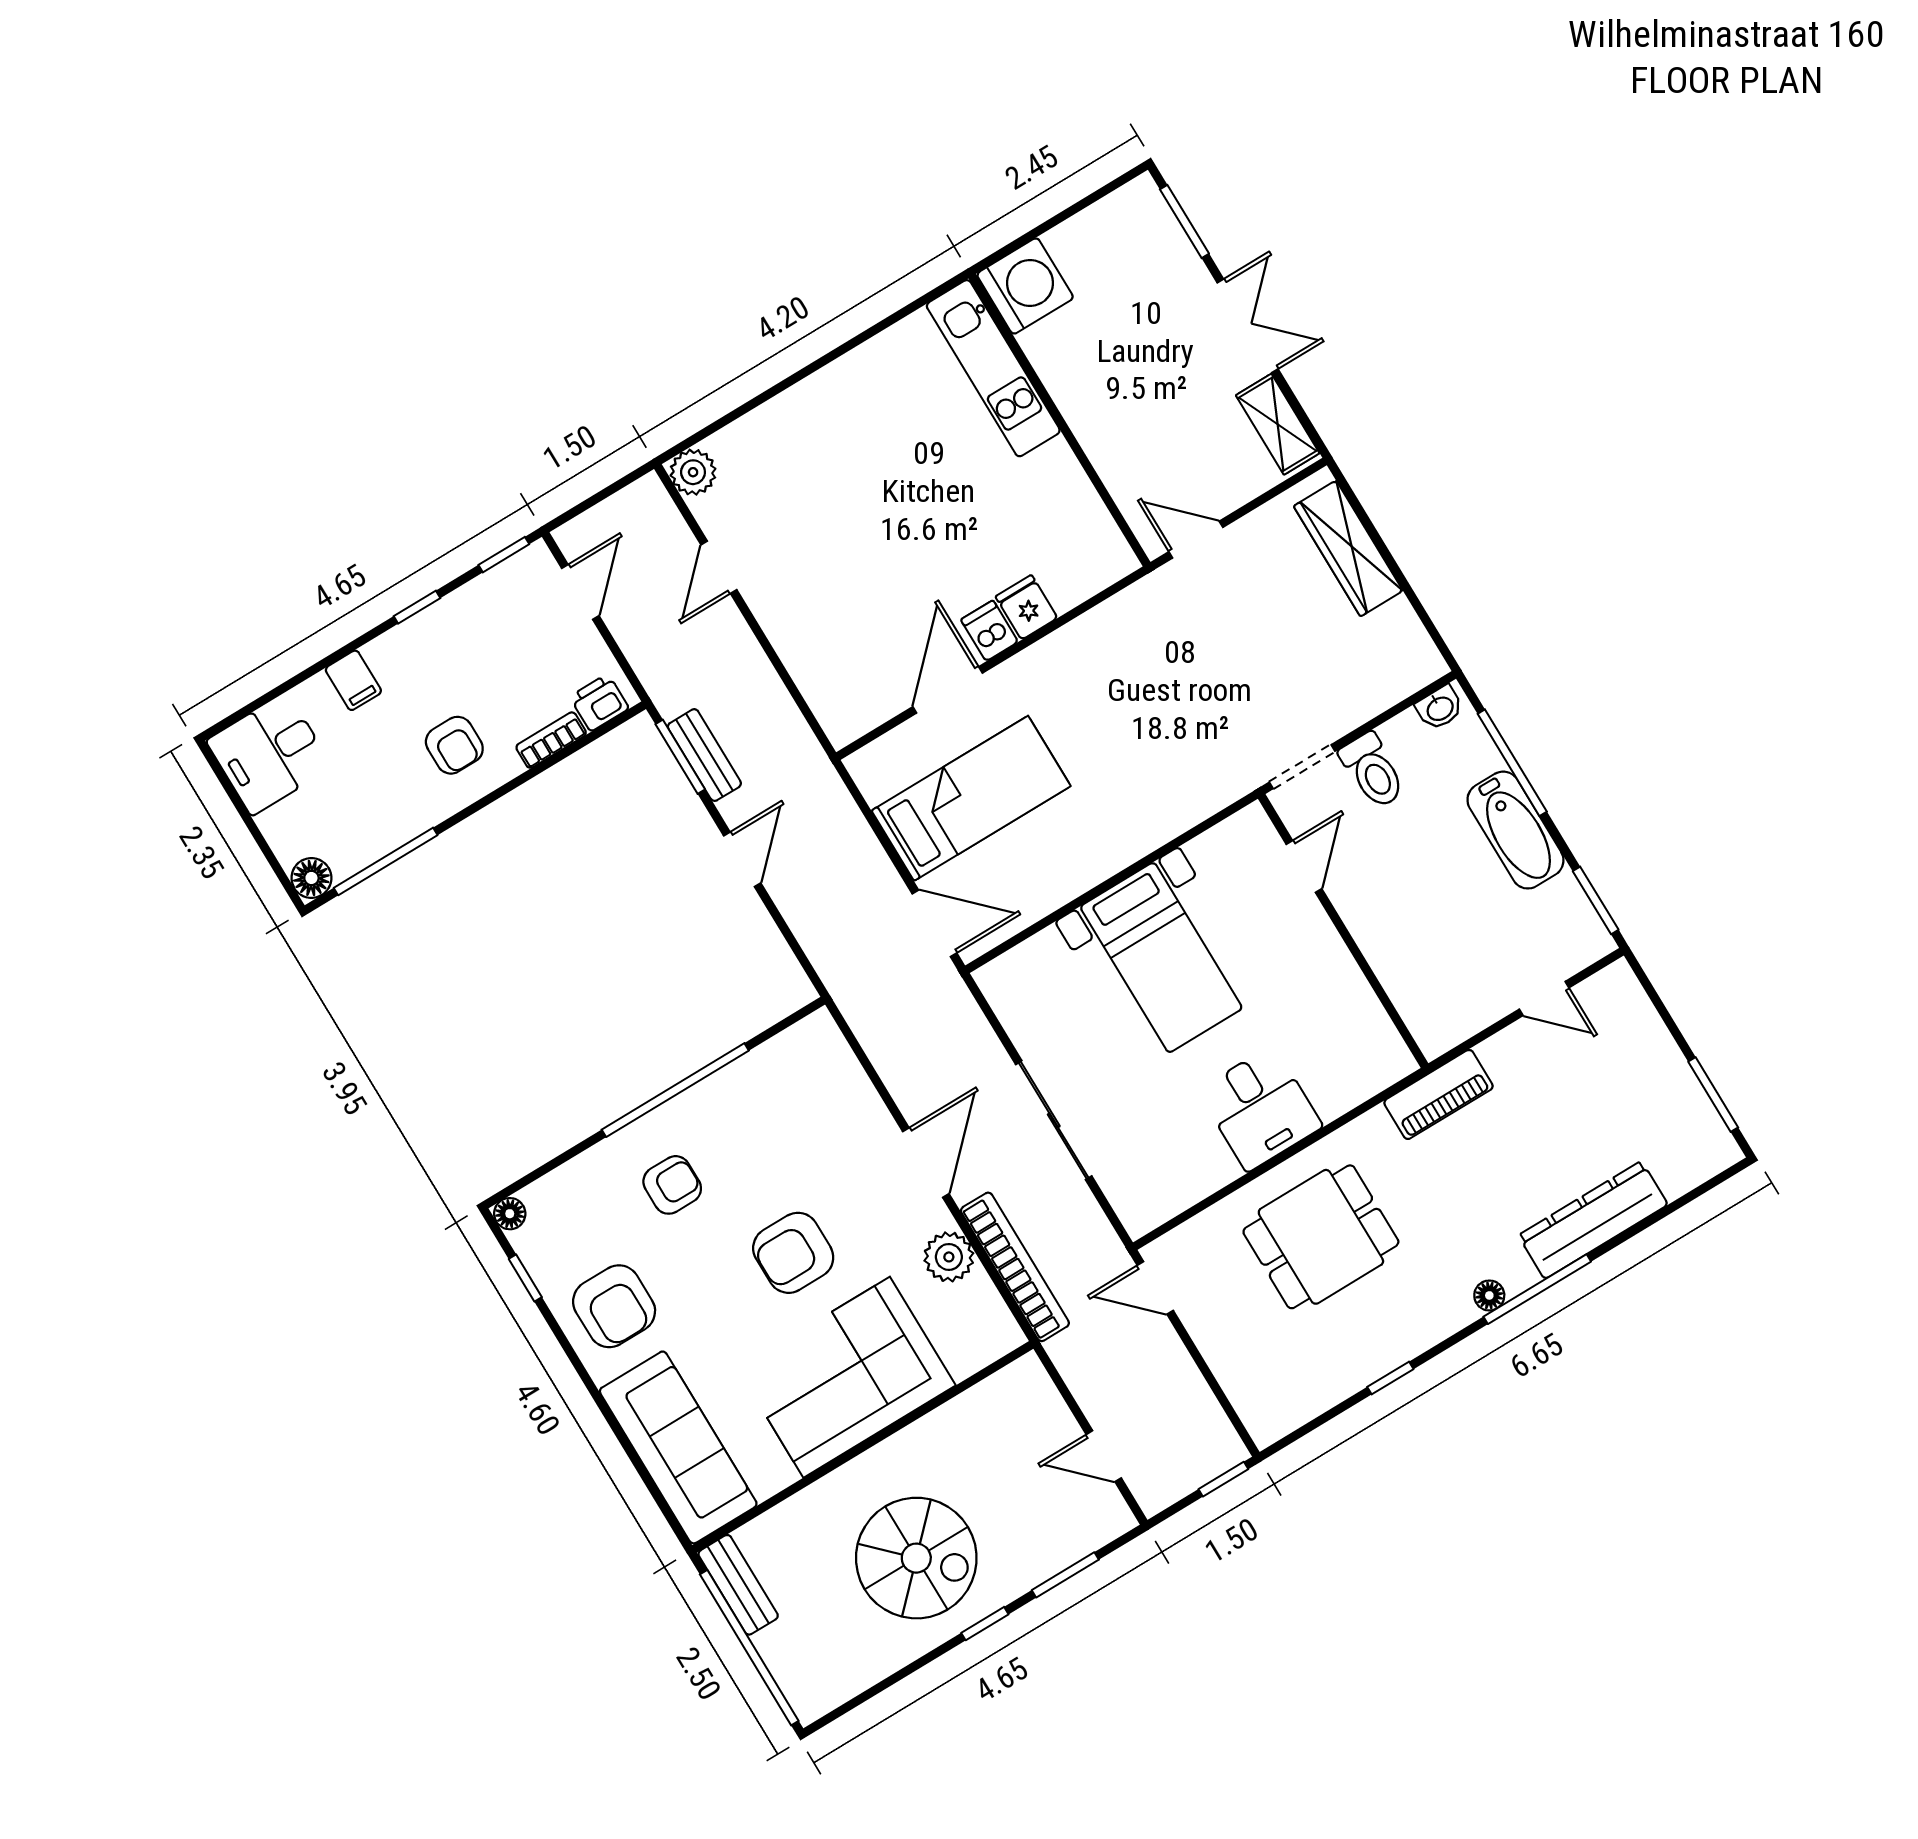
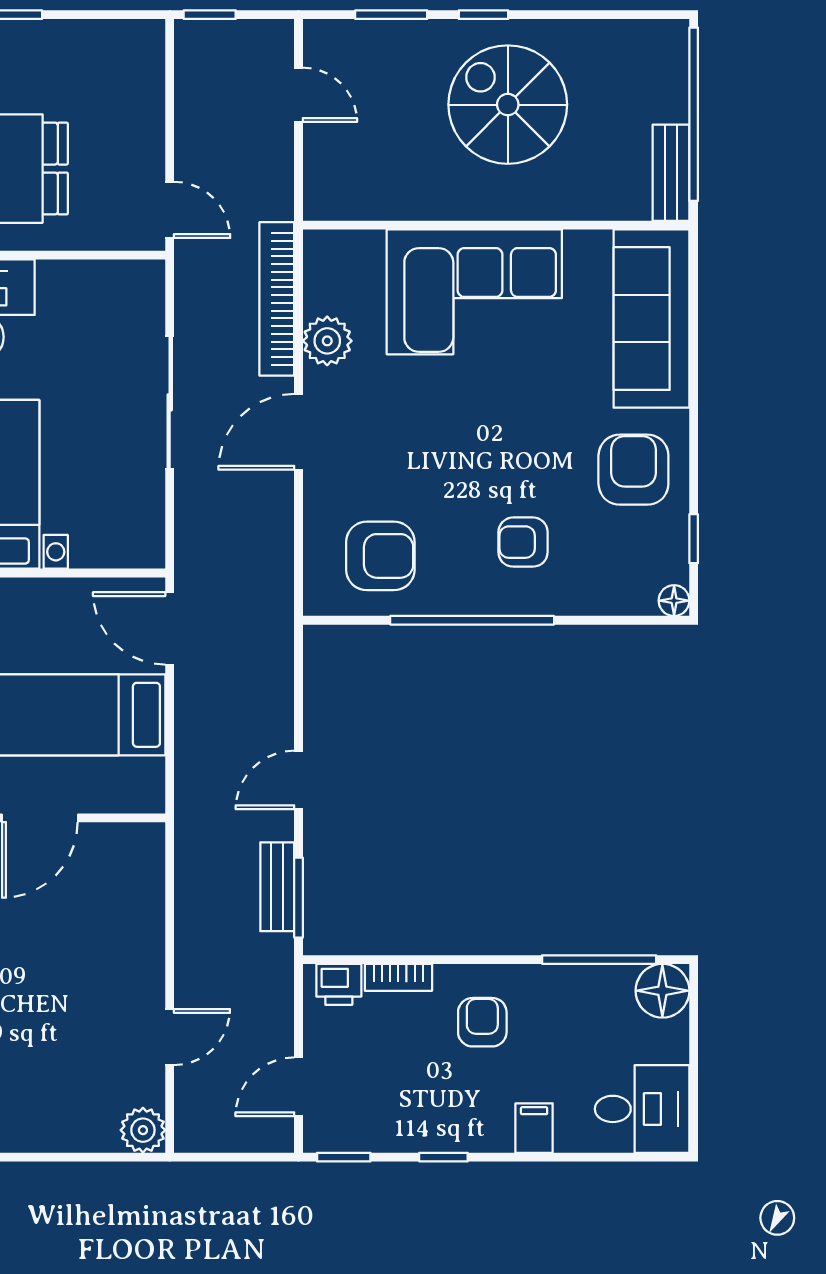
floor lamp: (311, 878) -> (662, 991), width x1.38, depth x1.38
armchair: (793, 1253) -> (380, 556), moved

